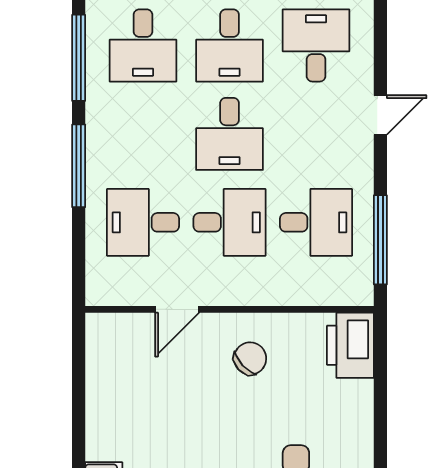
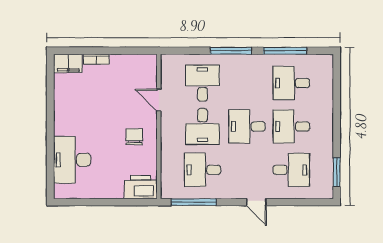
desk: (316, 222) -> (203, 170), turned 90
chair: (250, 358) -> (134, 137), turned -137
bookcase: (95, 434) -> (96, 59), added

